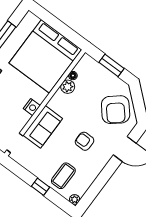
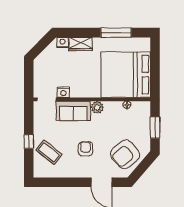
plant: (68, 87) -> (97, 107), moved
nightstand: (32, 107) -> (63, 92), moved
coffee table: (63, 176) -> (49, 152), turned 39
plant: (75, 199) -> (38, 173), removed

